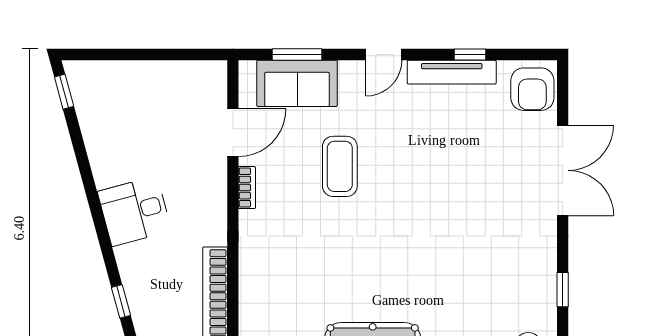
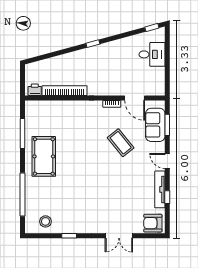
coffee table: (340, 166) -> (121, 143), turned 51
double door: (563, 170) -> (119, 236), width x0.73
desk: (134, 211) -> (152, 54), moved, turned 105
window: (121, 301) -> (93, 44), moved

